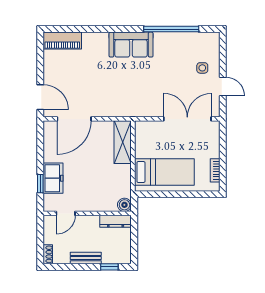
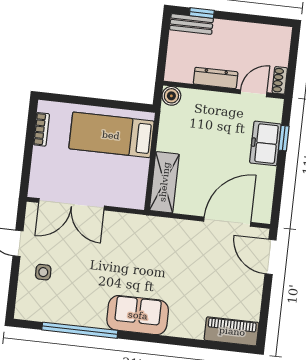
dresser: (116, 221) -> (216, 78), moved
shoe rack: (48, 254) -> (280, 80), moved
bench: (86, 258) -> (191, 24), moved

